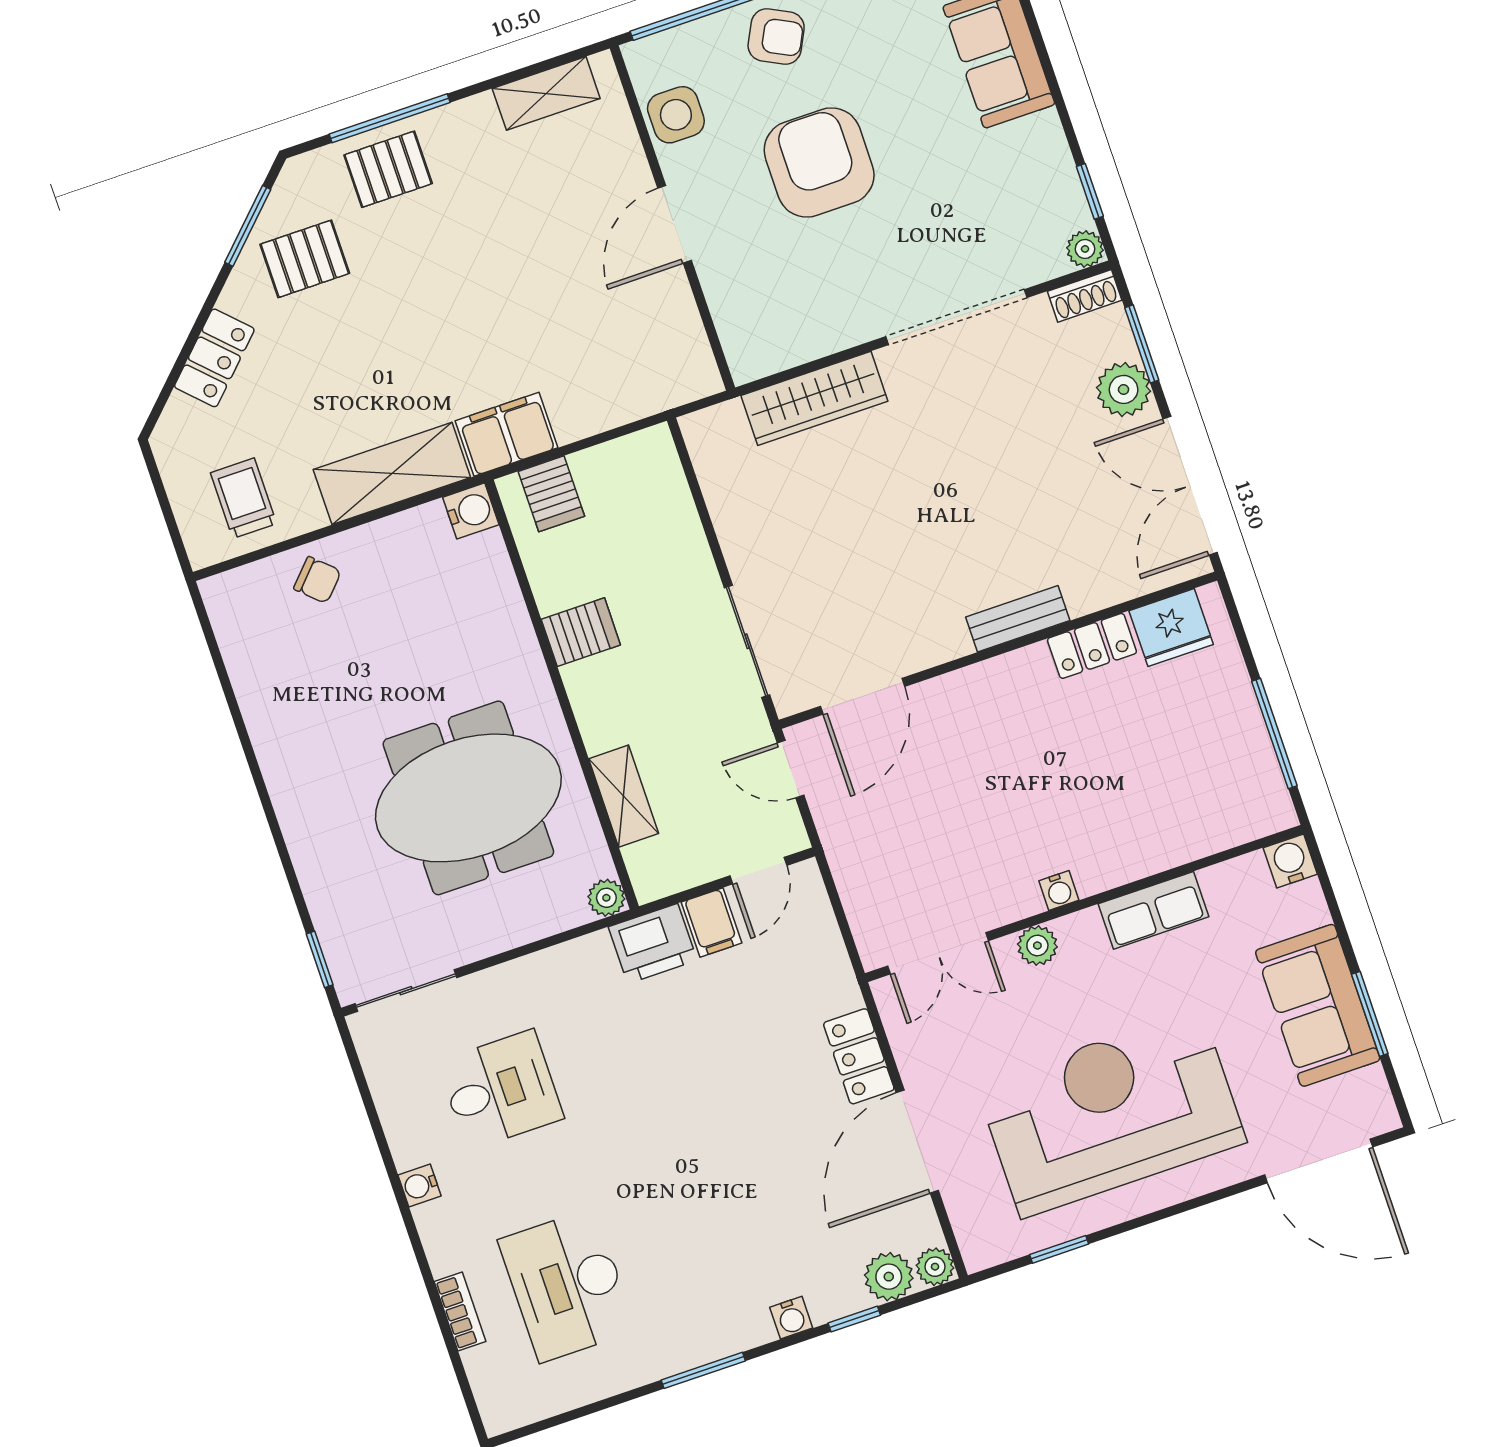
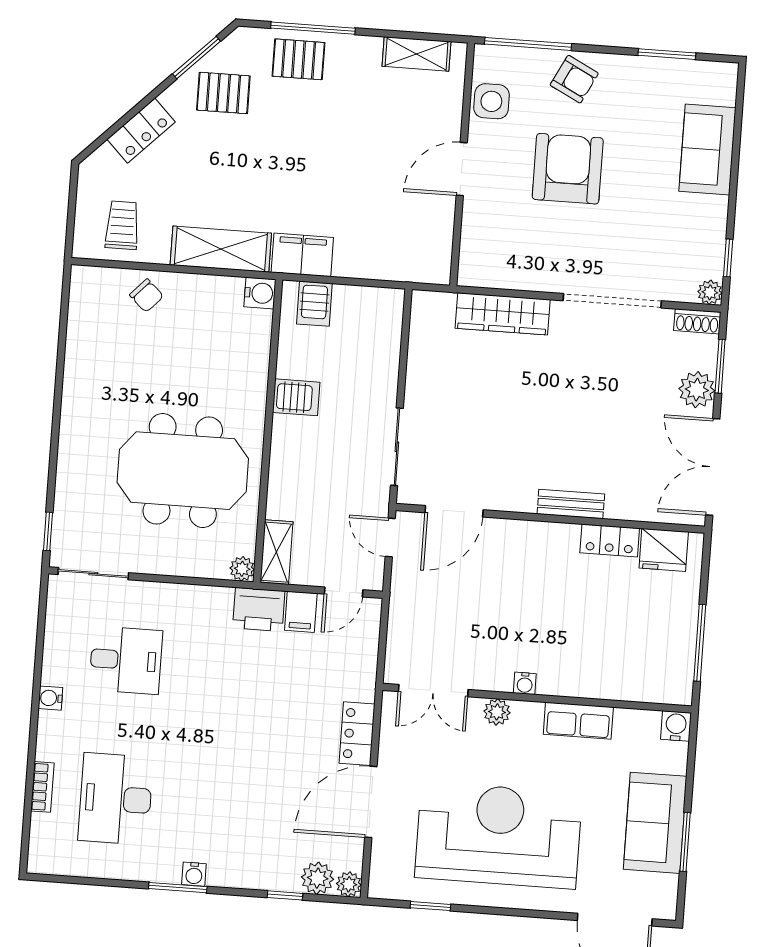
shelving: (624, 796) -> (276, 552), moved
water cooler: (791, 1318) -> (194, 874), moved

